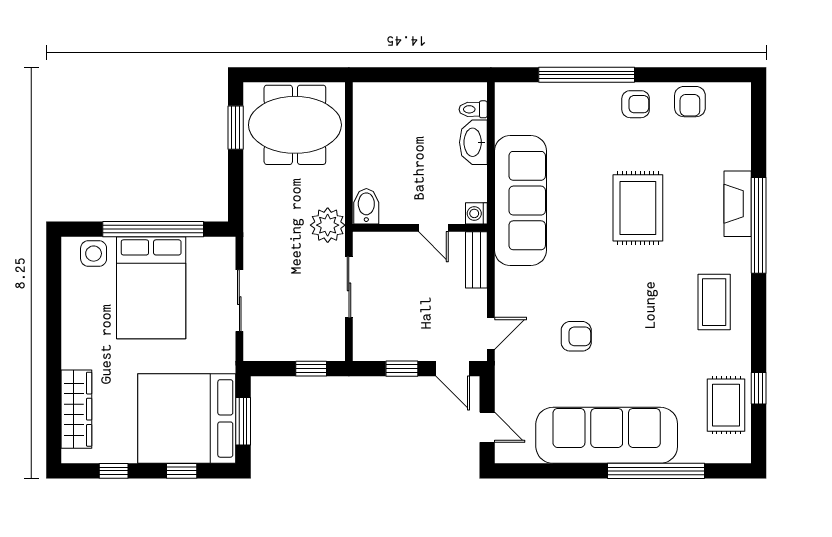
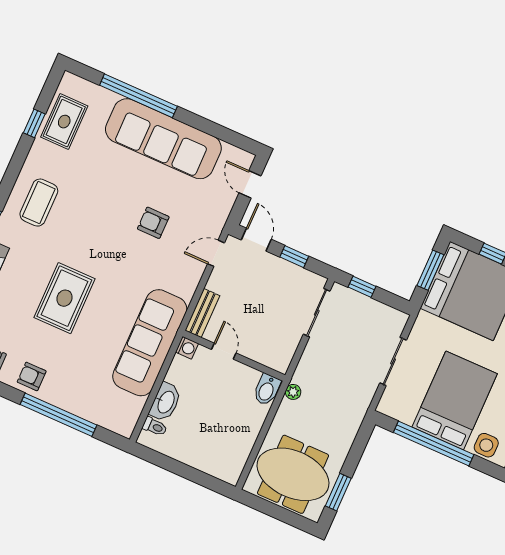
plant: (328, 225) -> (293, 392), width x0.53, depth x0.53
sliding door: (349, 287) -> (317, 313), moved

